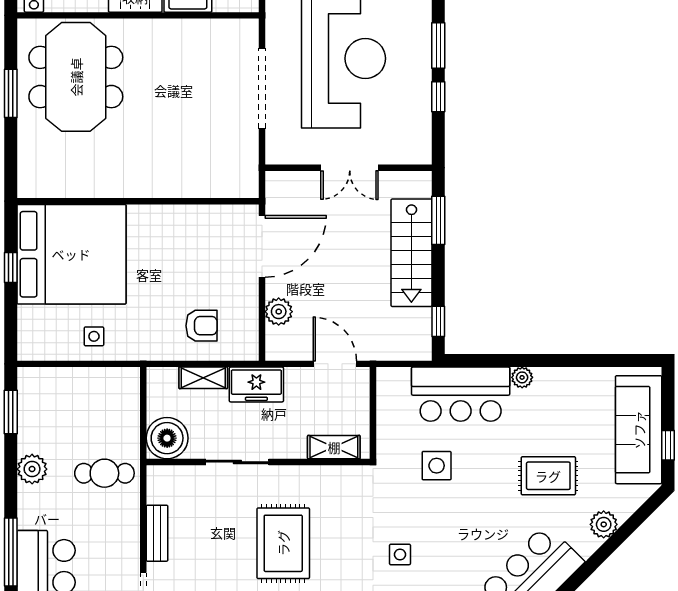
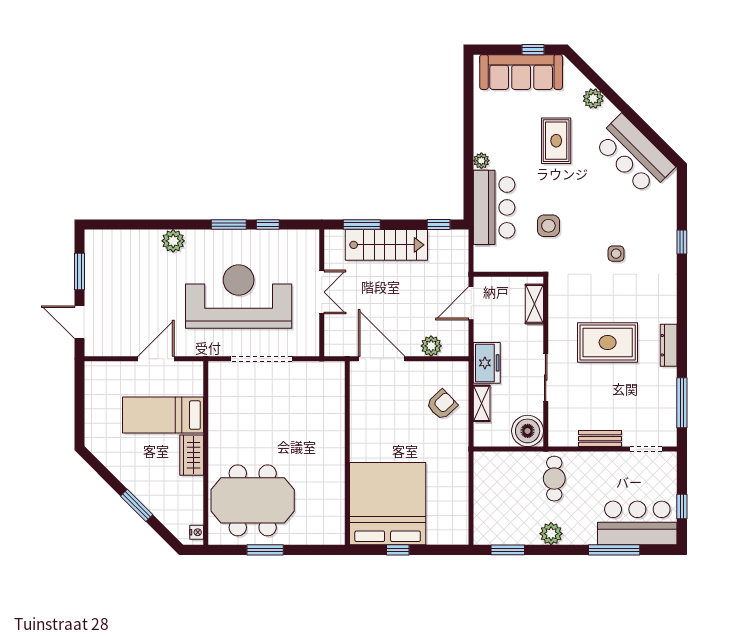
armchair: (202, 326) -> (442, 405), turned 47
side table: (94, 336) -> (450, 487), removed

